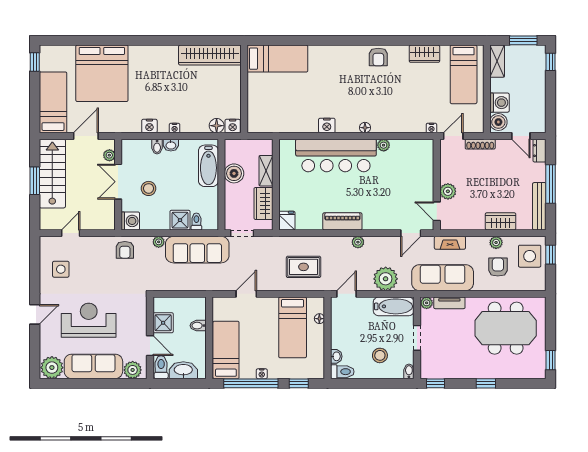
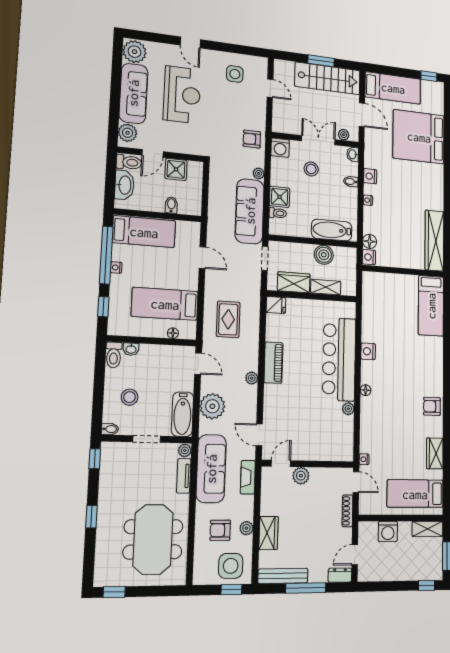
boiler: (498, 122) -> (369, 530), removed
washbasin: (171, 145) -> (353, 154), moved
armchair: (498, 267) -> (220, 530), turned 180

